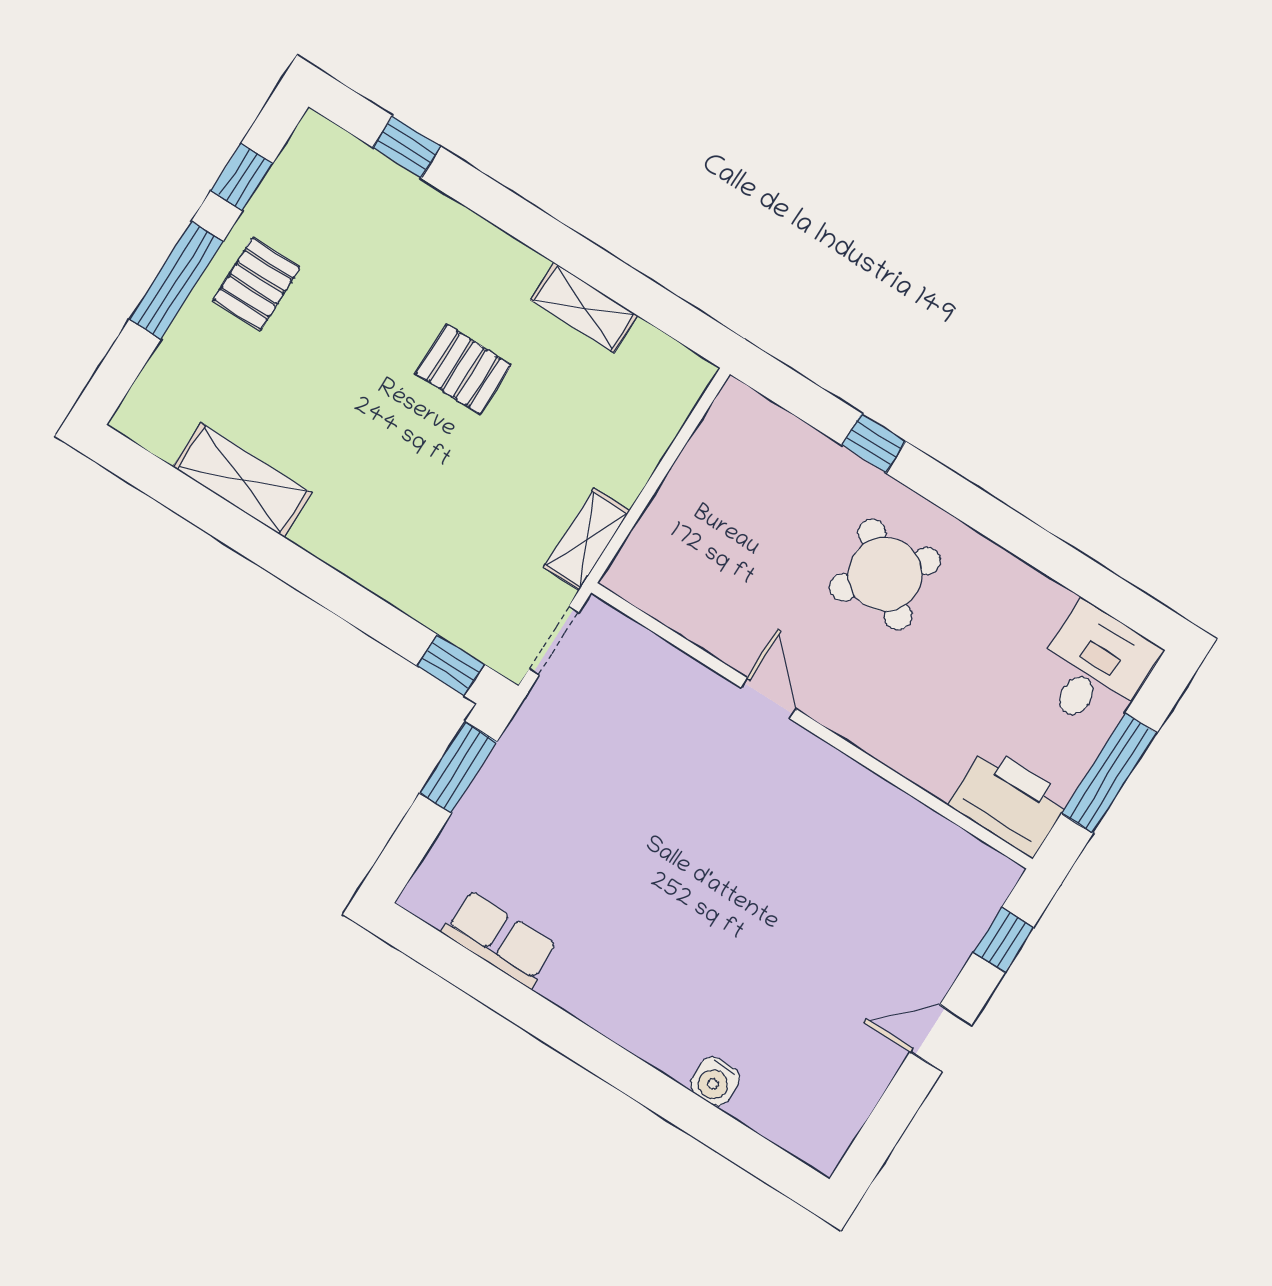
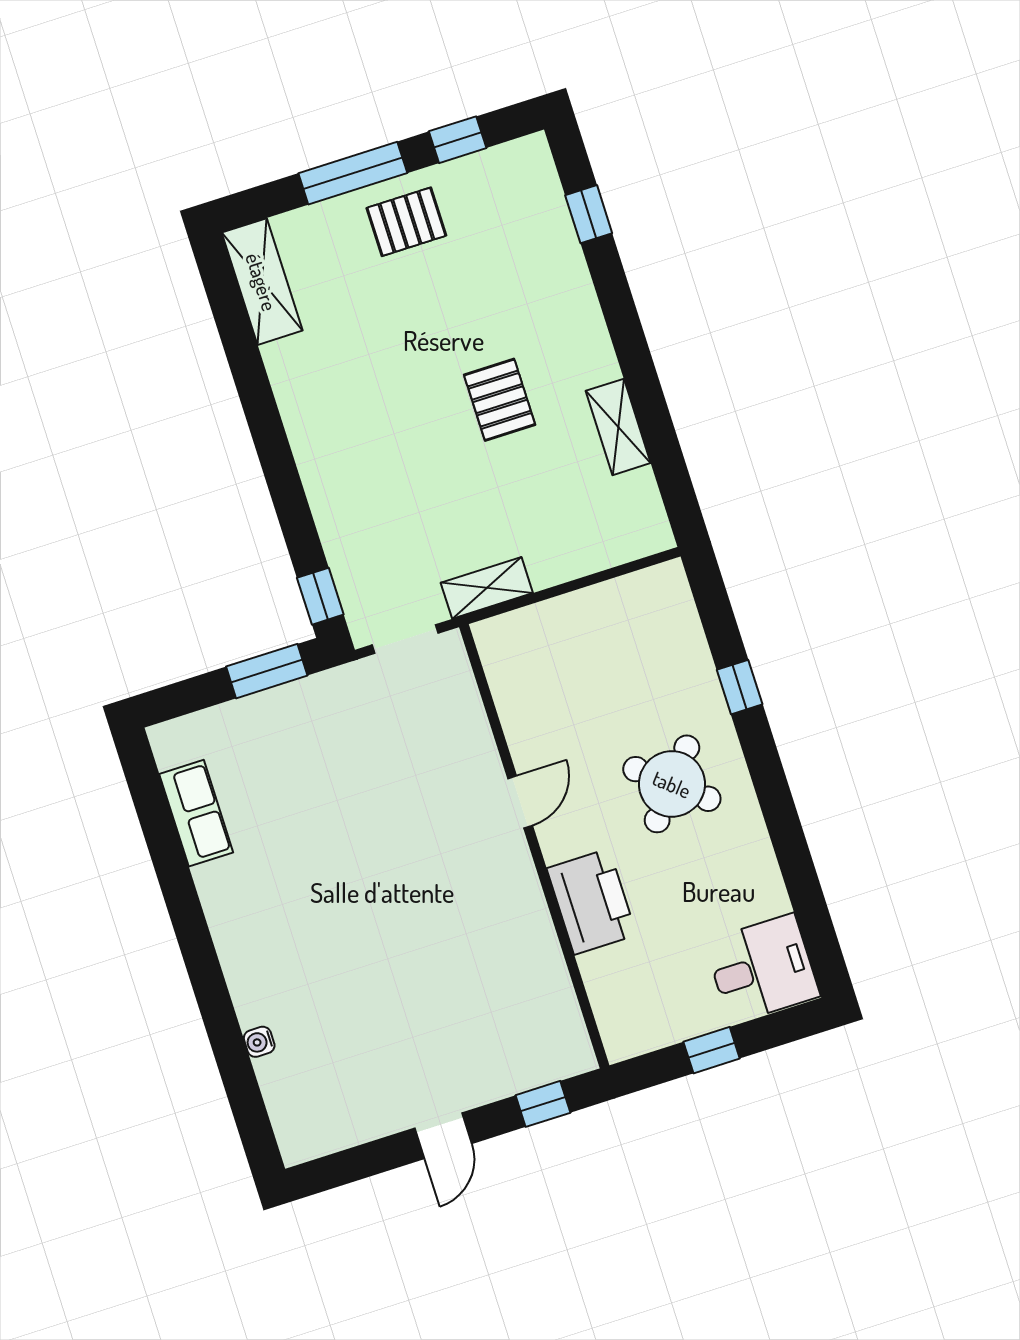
shelving: (242, 480) -> (262, 282), moved
window: (1109, 773) -> (712, 1050), width x0.46
printer: (1009, 801) -> (592, 902), moved
door: (941, 1038) -> (443, 1136), swing flipped
water cooler: (715, 1081) -> (259, 1042), width x0.72, depth x0.72

